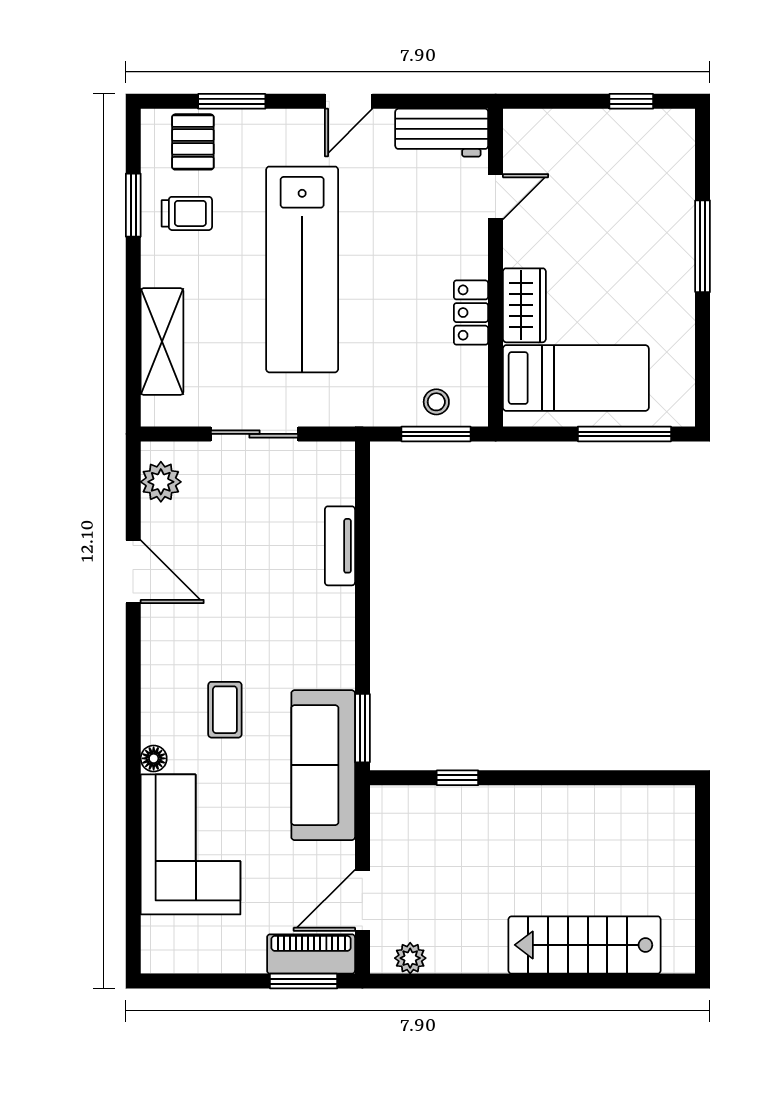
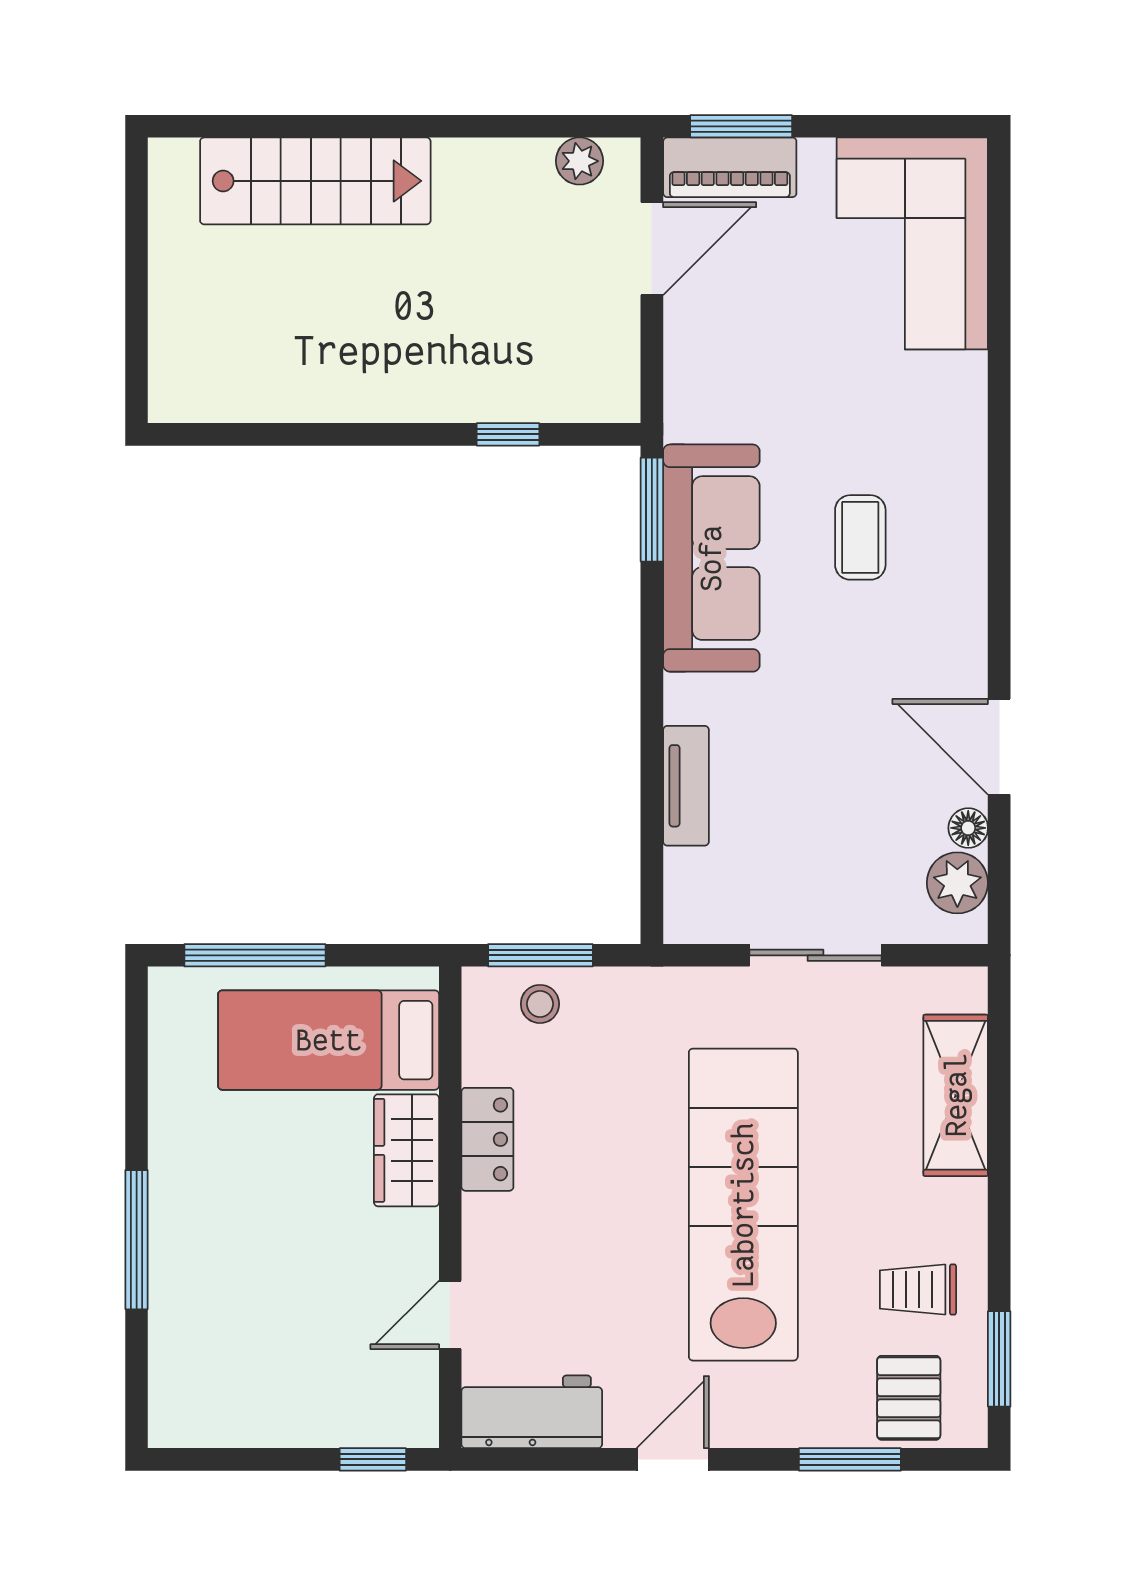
window: (631, 101) -> (373, 1459), moved
window: (133, 205) -> (999, 1359), moved
floor lamp: (154, 758) -> (968, 828), moved
sofa: (323, 765) -> (711, 558), moved
corner sofa: (191, 844) -> (912, 243), moved

